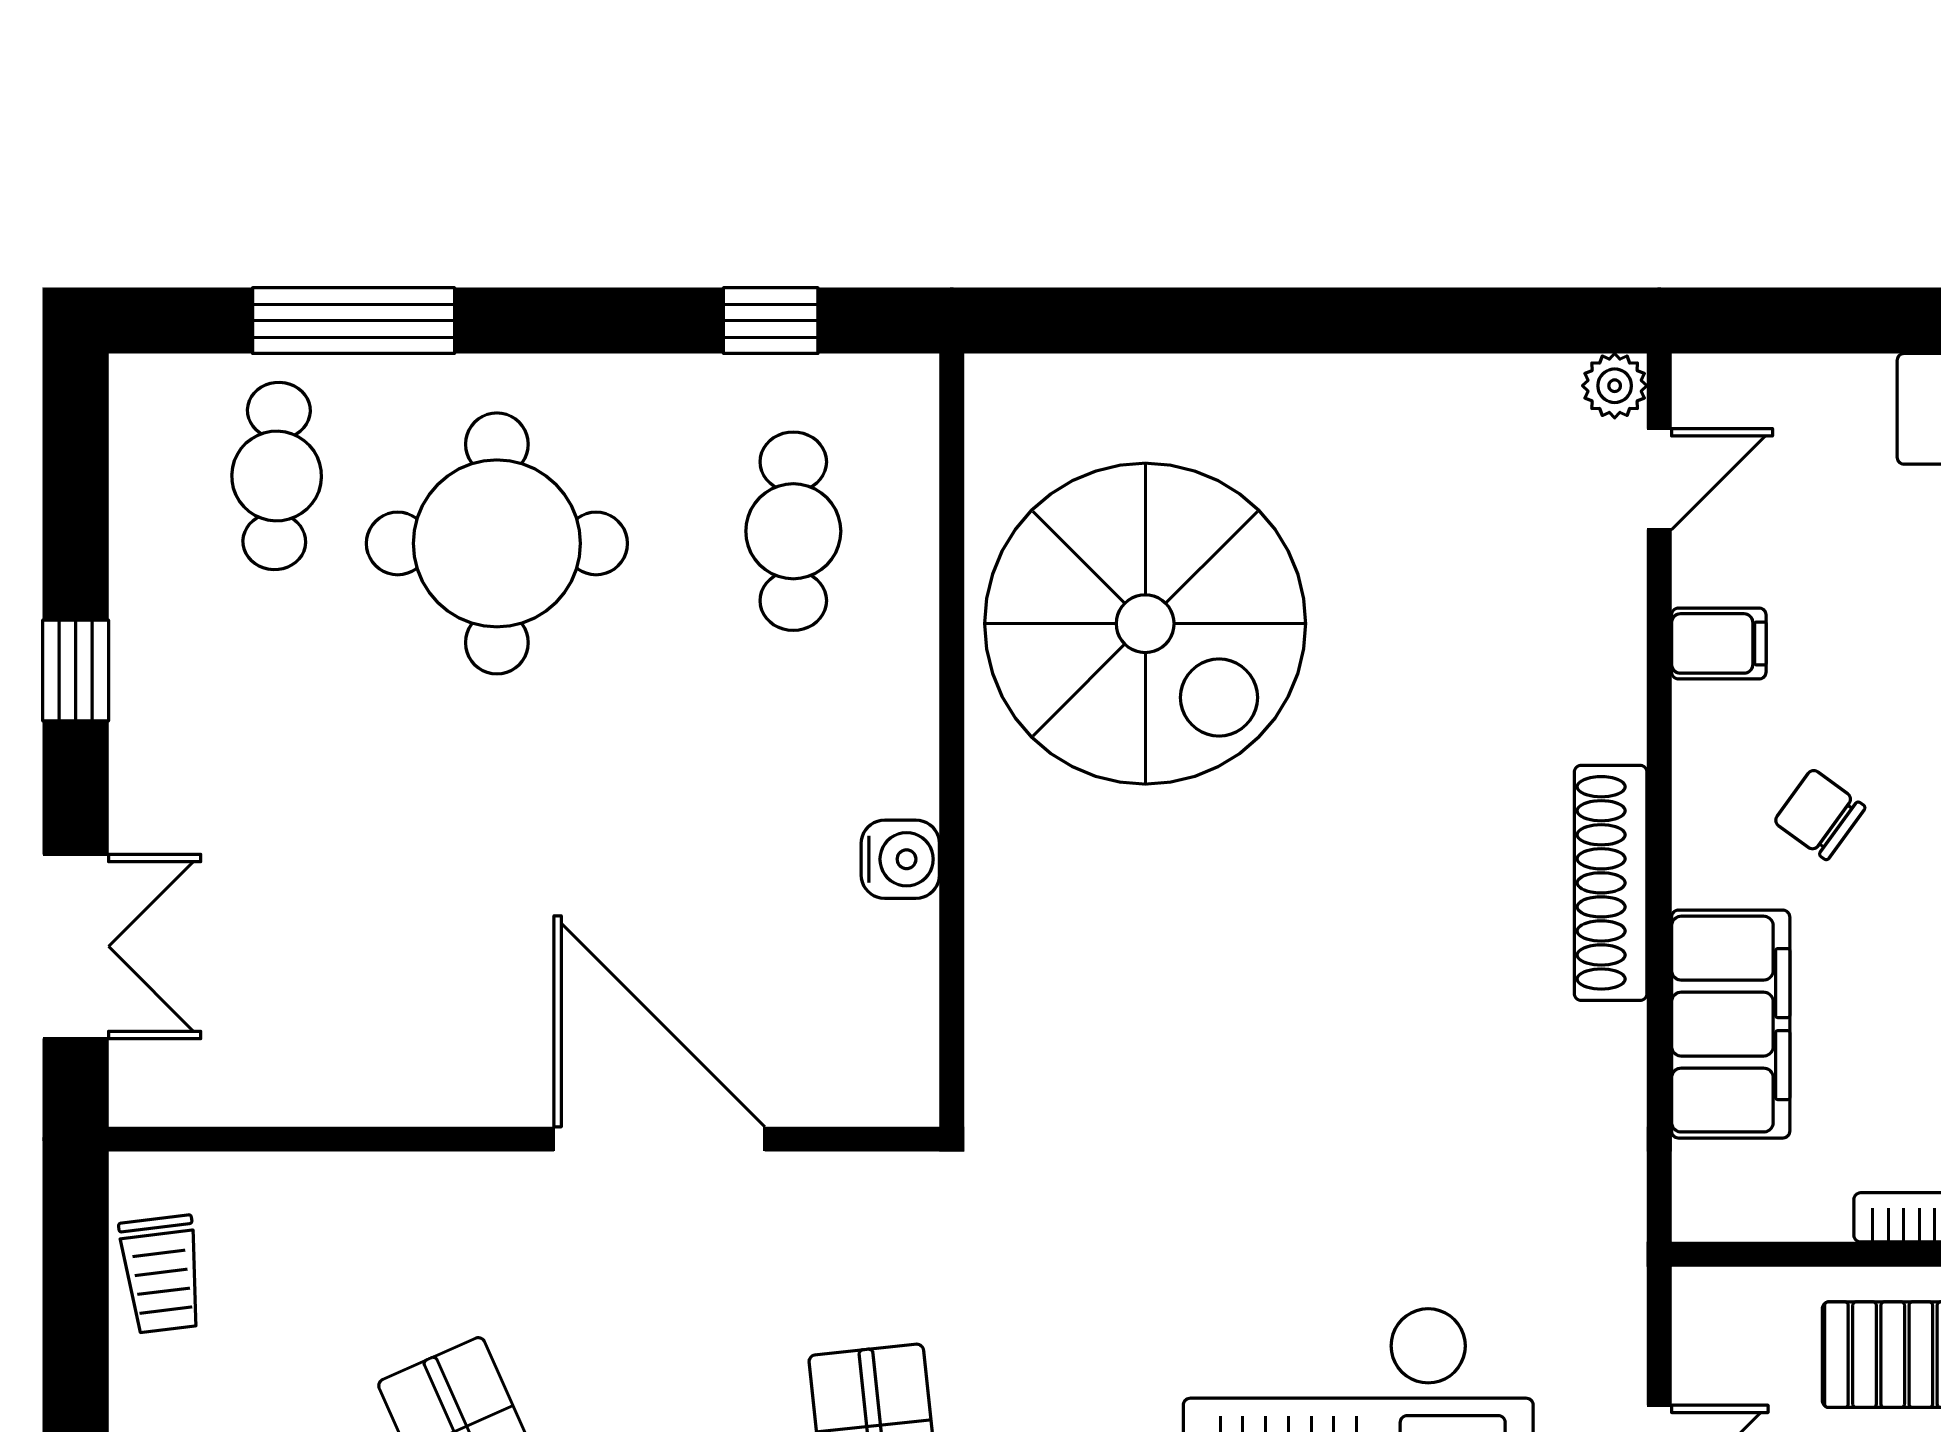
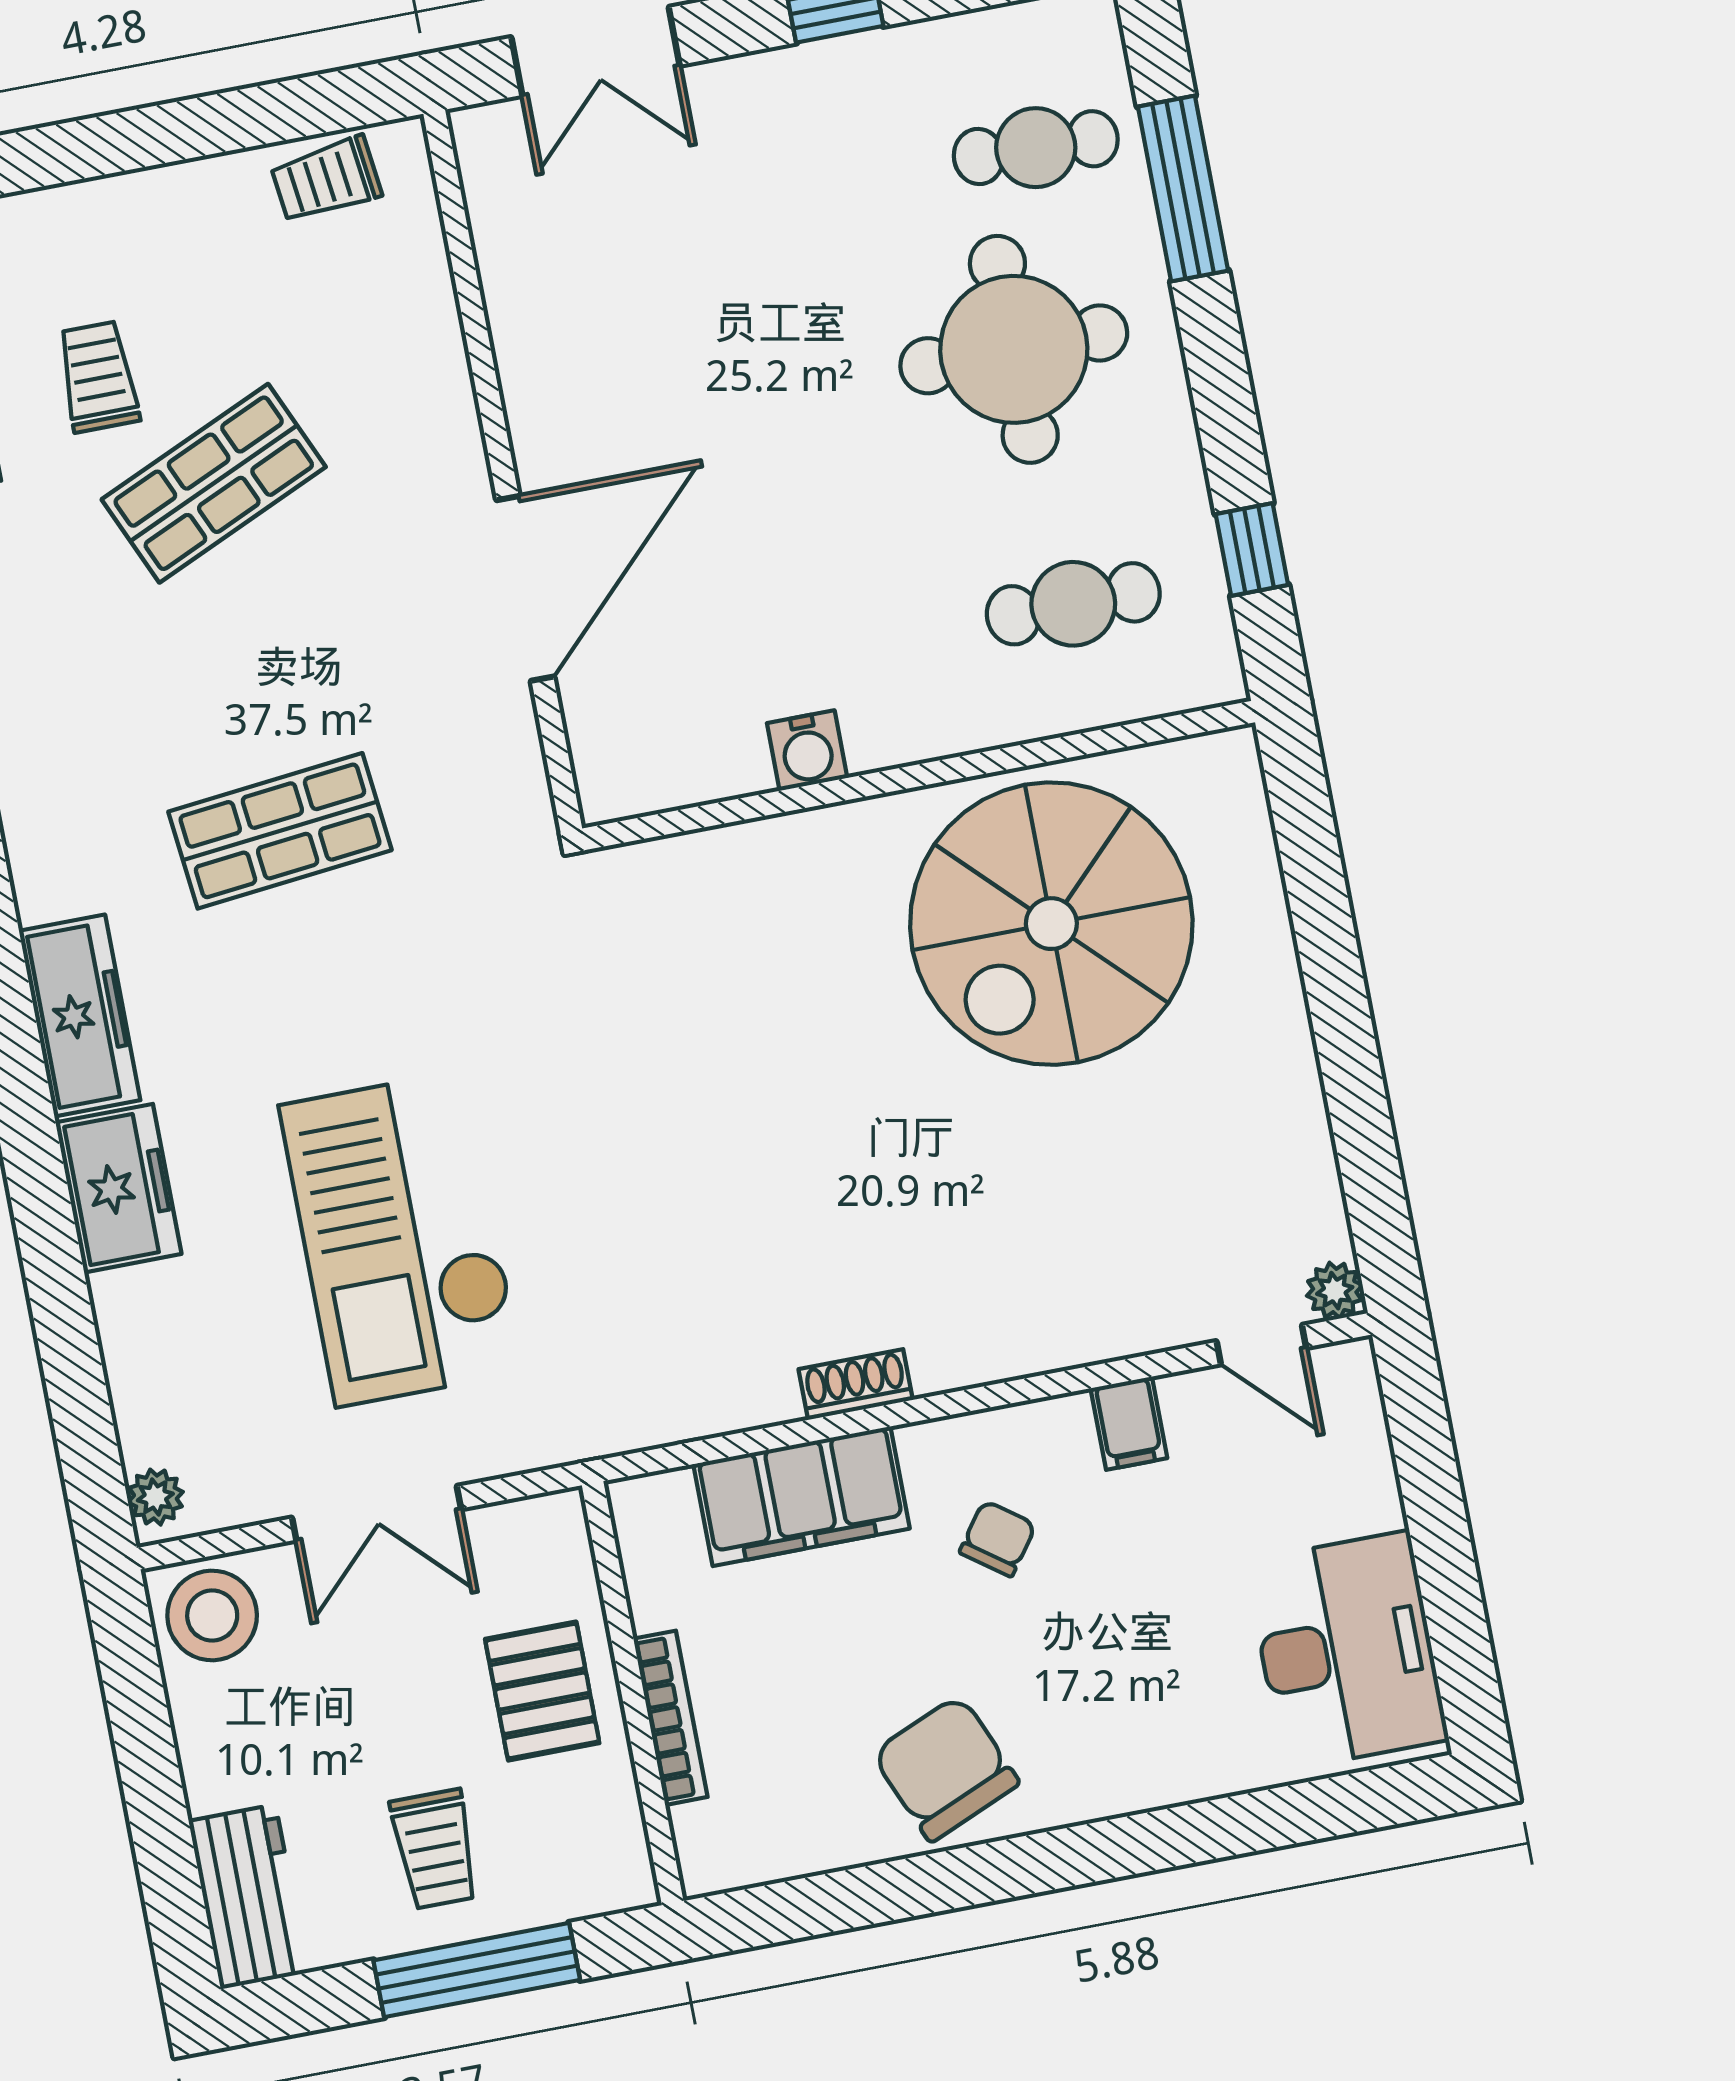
shoe rack: (1611, 883) -> (856, 1384), width x0.51, depth x0.81

